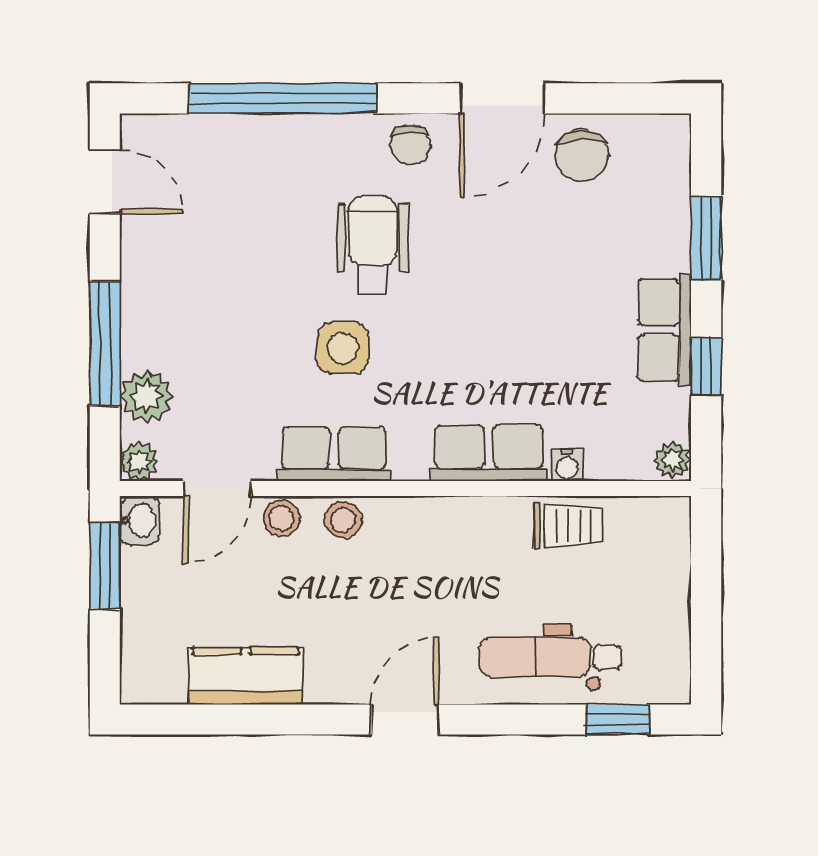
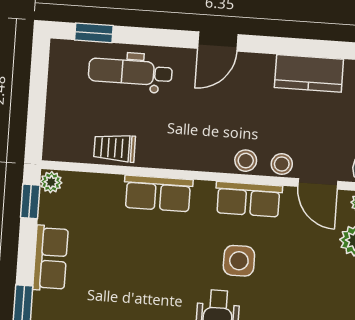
window: (706, 366) -> (30, 201), moved
water cooler: (567, 465) -> (113, 183), removed
door: (217, 488) -> (318, 184), swing flipped
dental chair: (551, 657) -> (130, 72), turned 180

